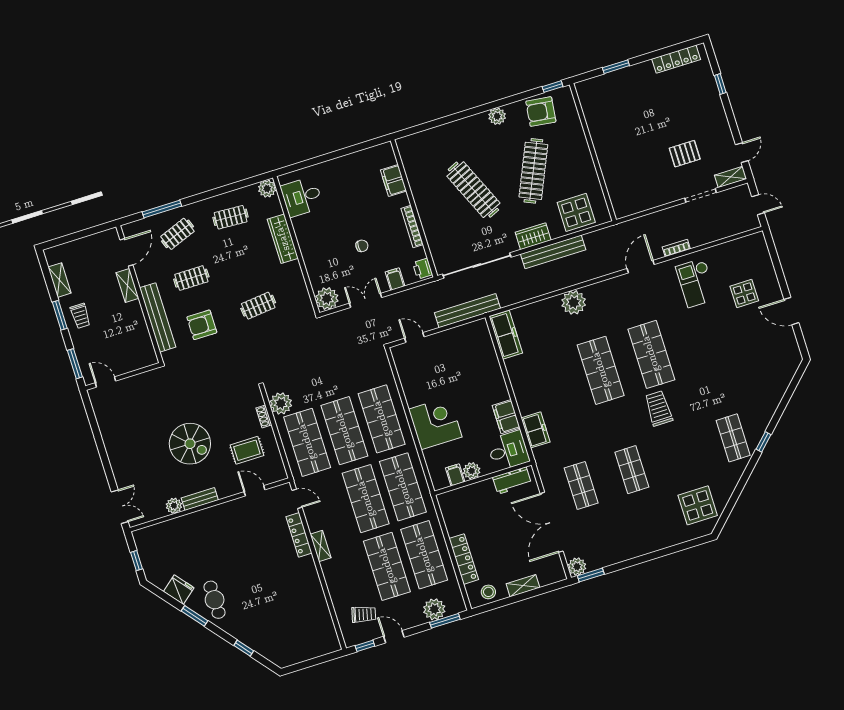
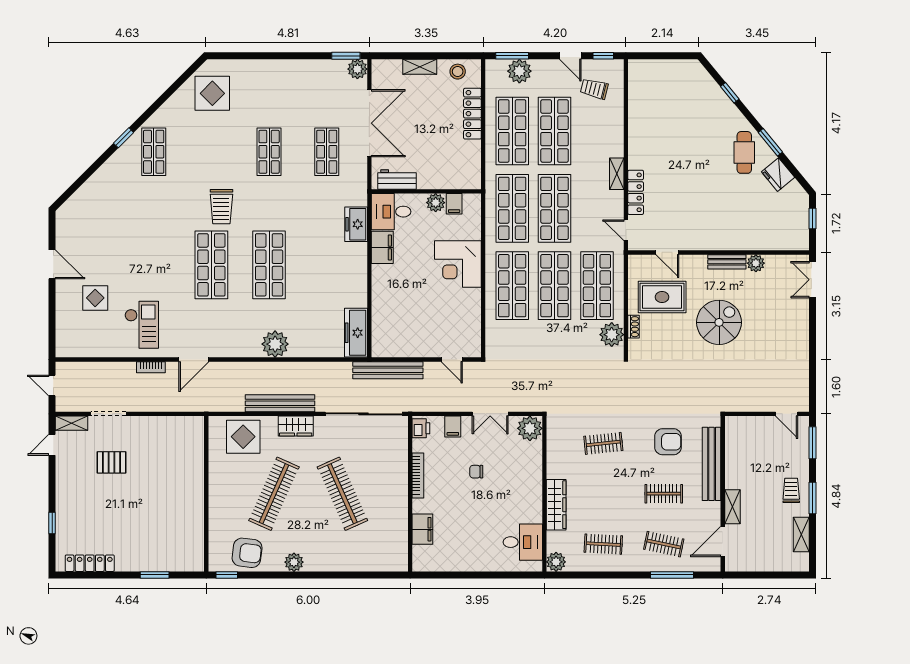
clothes rail: (177, 234) -> (664, 544), turned 33
spiral stairs: (190, 444) -> (719, 322), turned 90
rug: (247, 450) -> (662, 297), width x1.36, depth x1.43

